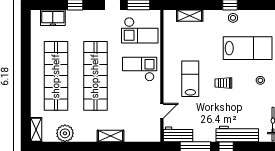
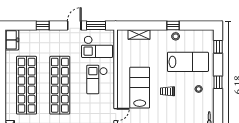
freezer: (53, 18) -> (12, 40), moved, turned -90
checkout: (140, 69) -> (97, 79), turned -90
lab bench: (190, 79) -> (140, 88), width x1.36, depth x1.39

